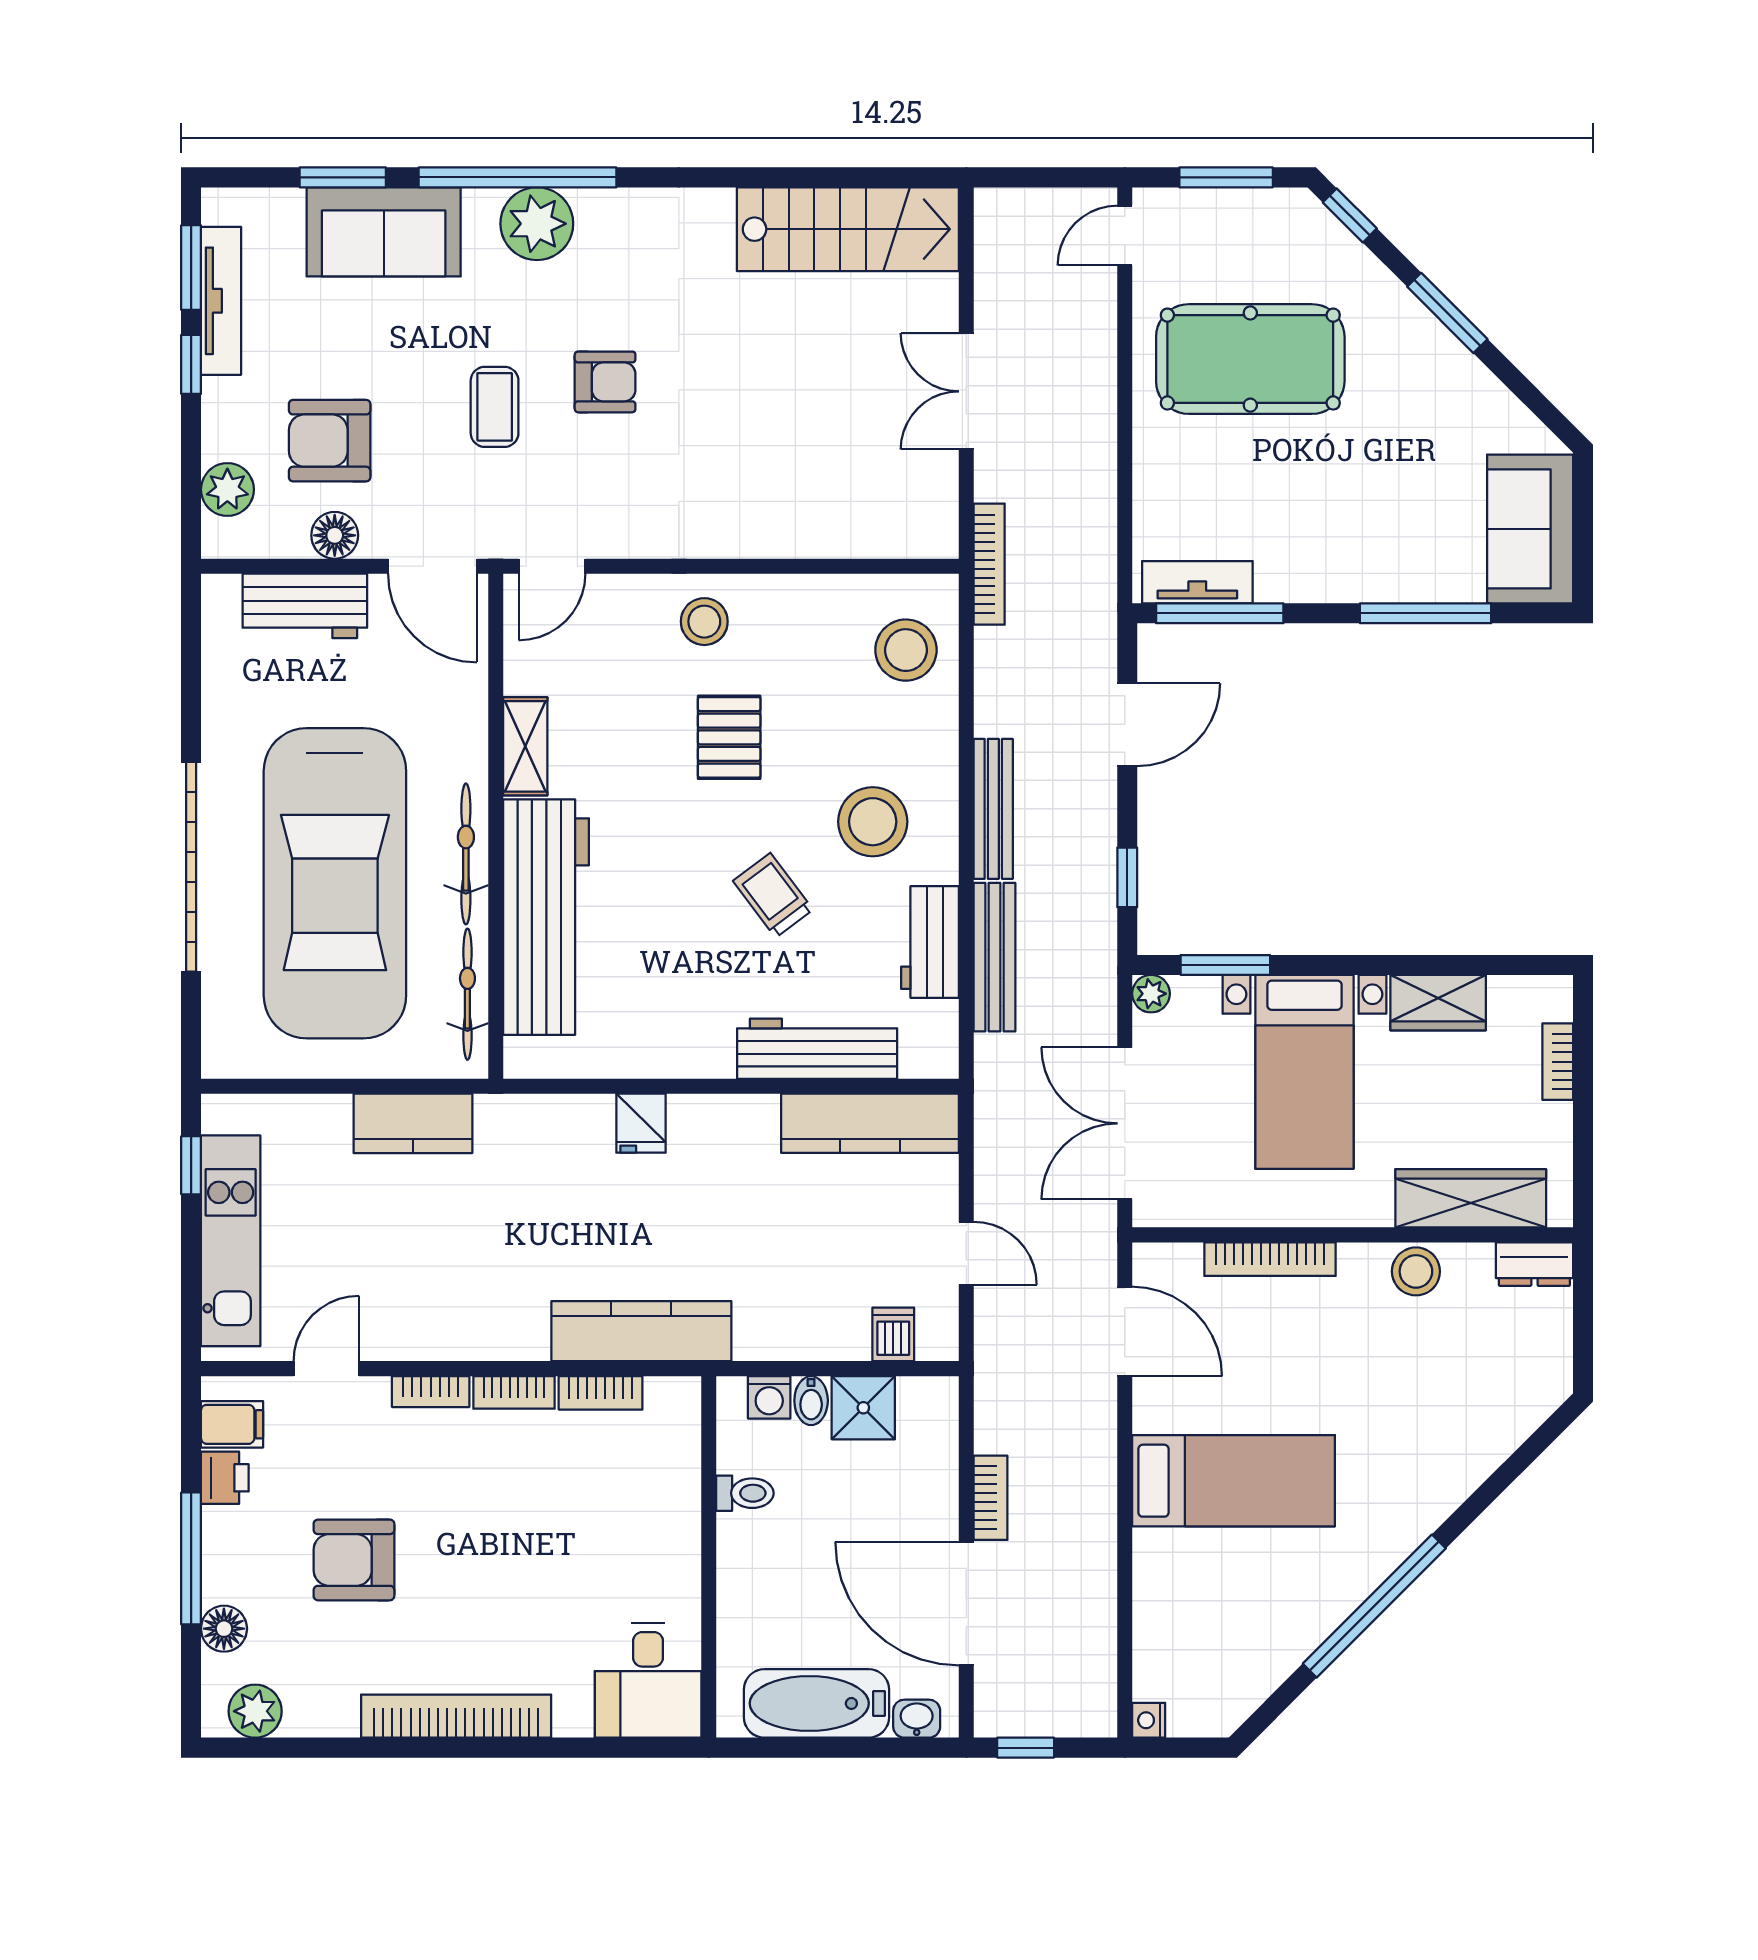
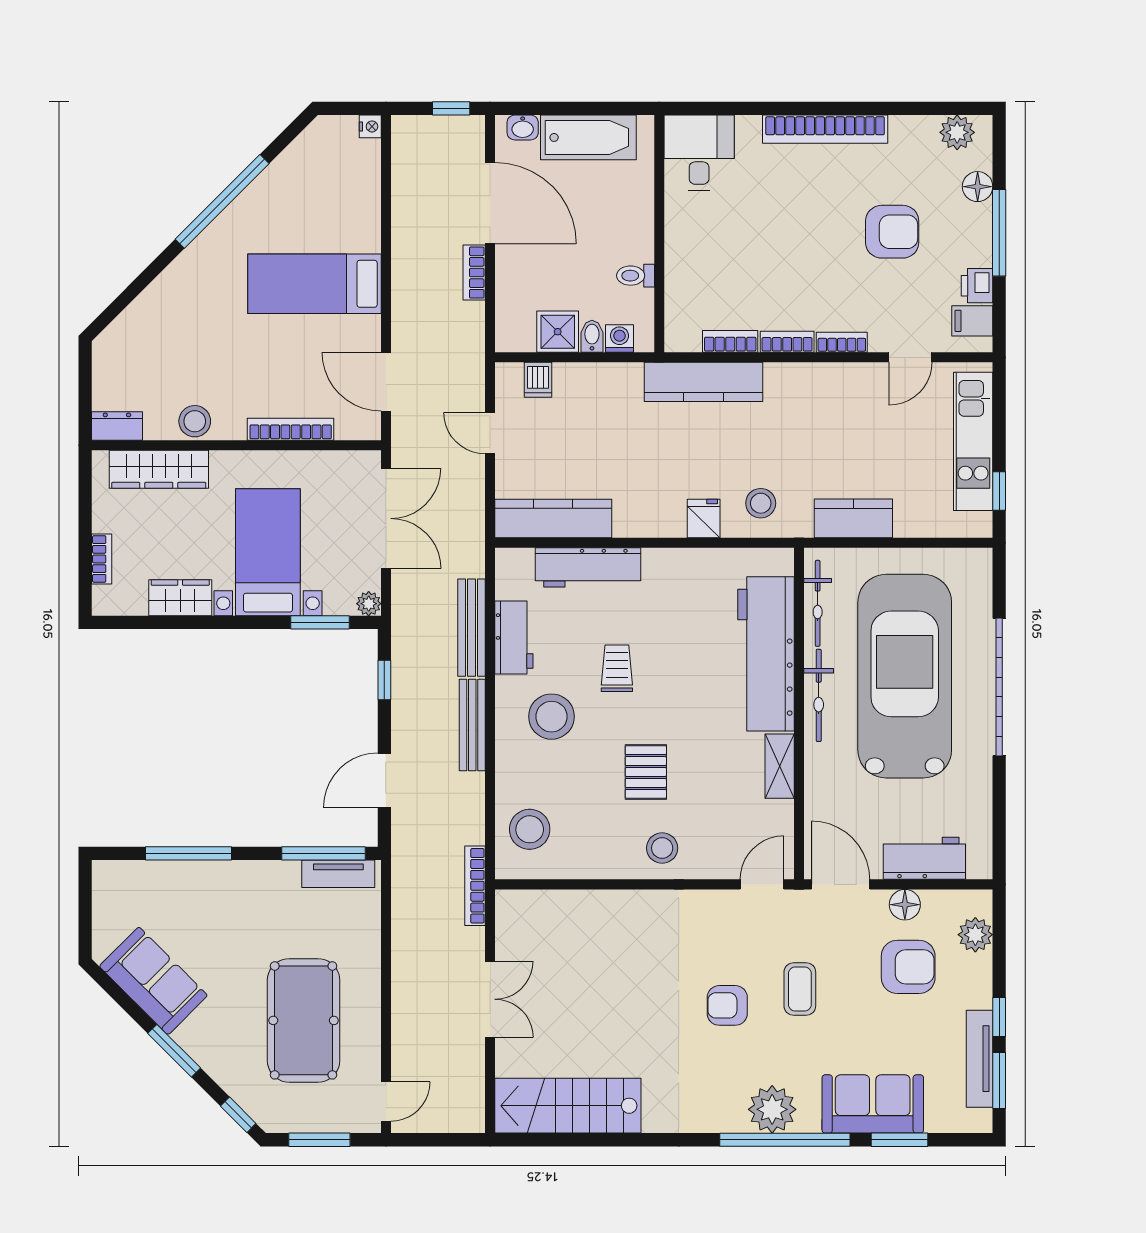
pool table: (1250, 359) -> (304, 1020), turned 90
sofa: (1530, 529) -> (153, 981), moved, turned -45
trolley: (773, 895) -> (617, 668), turned -143
stool: (554, 1147) -> (761, 503), added

